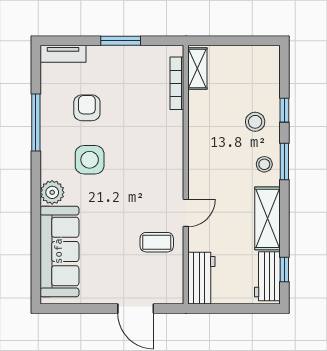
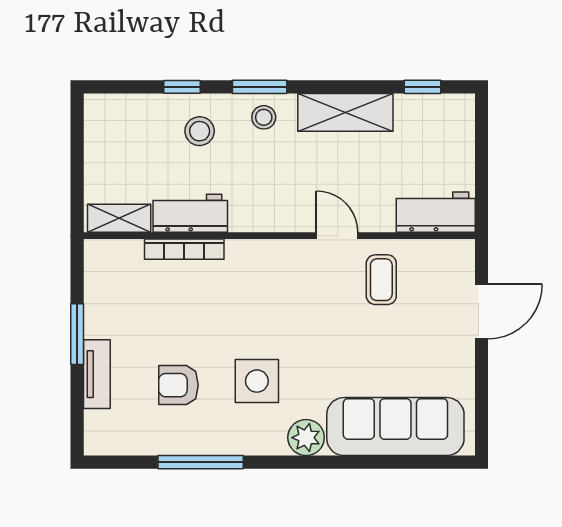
tv unit: (63, 54) -> (97, 374), moved
bookcase: (177, 83) -> (184, 249), moved
workbench: (267, 276) -> (190, 213), moved, turned 180

